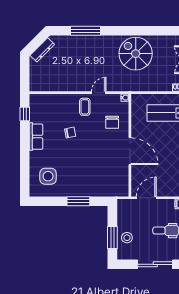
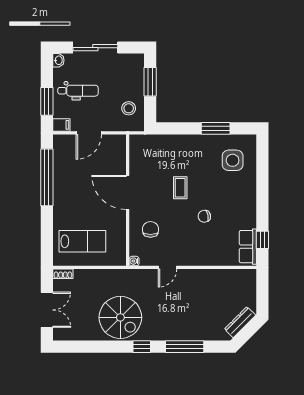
window: (119, 31) -> (142, 347), added
coffee table: (85, 107) -> (180, 188), moved
row of seats: (36, 137) -> (248, 247), moved
door: (146, 198) -> (89, 133), moved
window: (78, 201) -> (216, 128), moved
stool: (127, 238) -> (129, 108), moved

